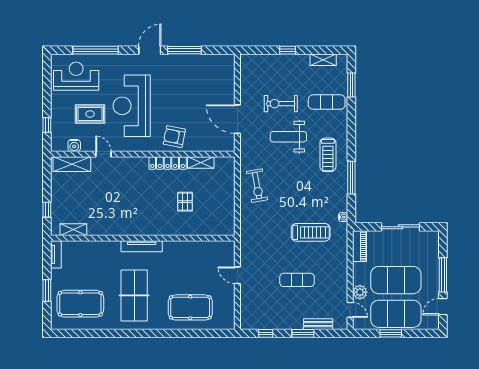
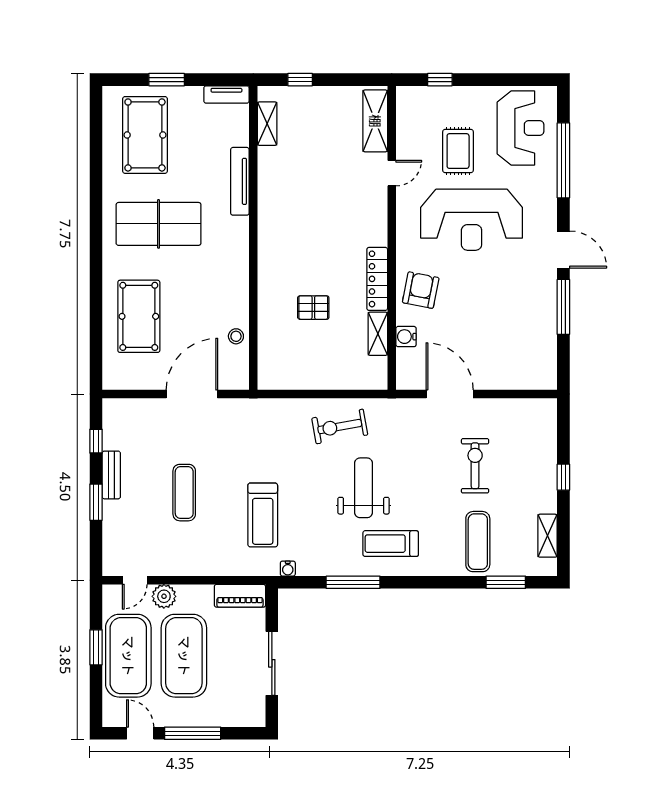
reception desk: (132, 106) -> (472, 220), turned 180
door: (237, 119) -> (450, 394), hinge flipped
weight bench: (288, 137) -> (364, 488), moved
water cooler: (74, 145) -> (406, 337), moved
tv unit: (142, 246) -> (240, 181), moved
stool: (202, 249) -> (236, 336), added
door: (237, 275) -> (192, 394), width x1.88
bench: (318, 324) -> (111, 475), moved

